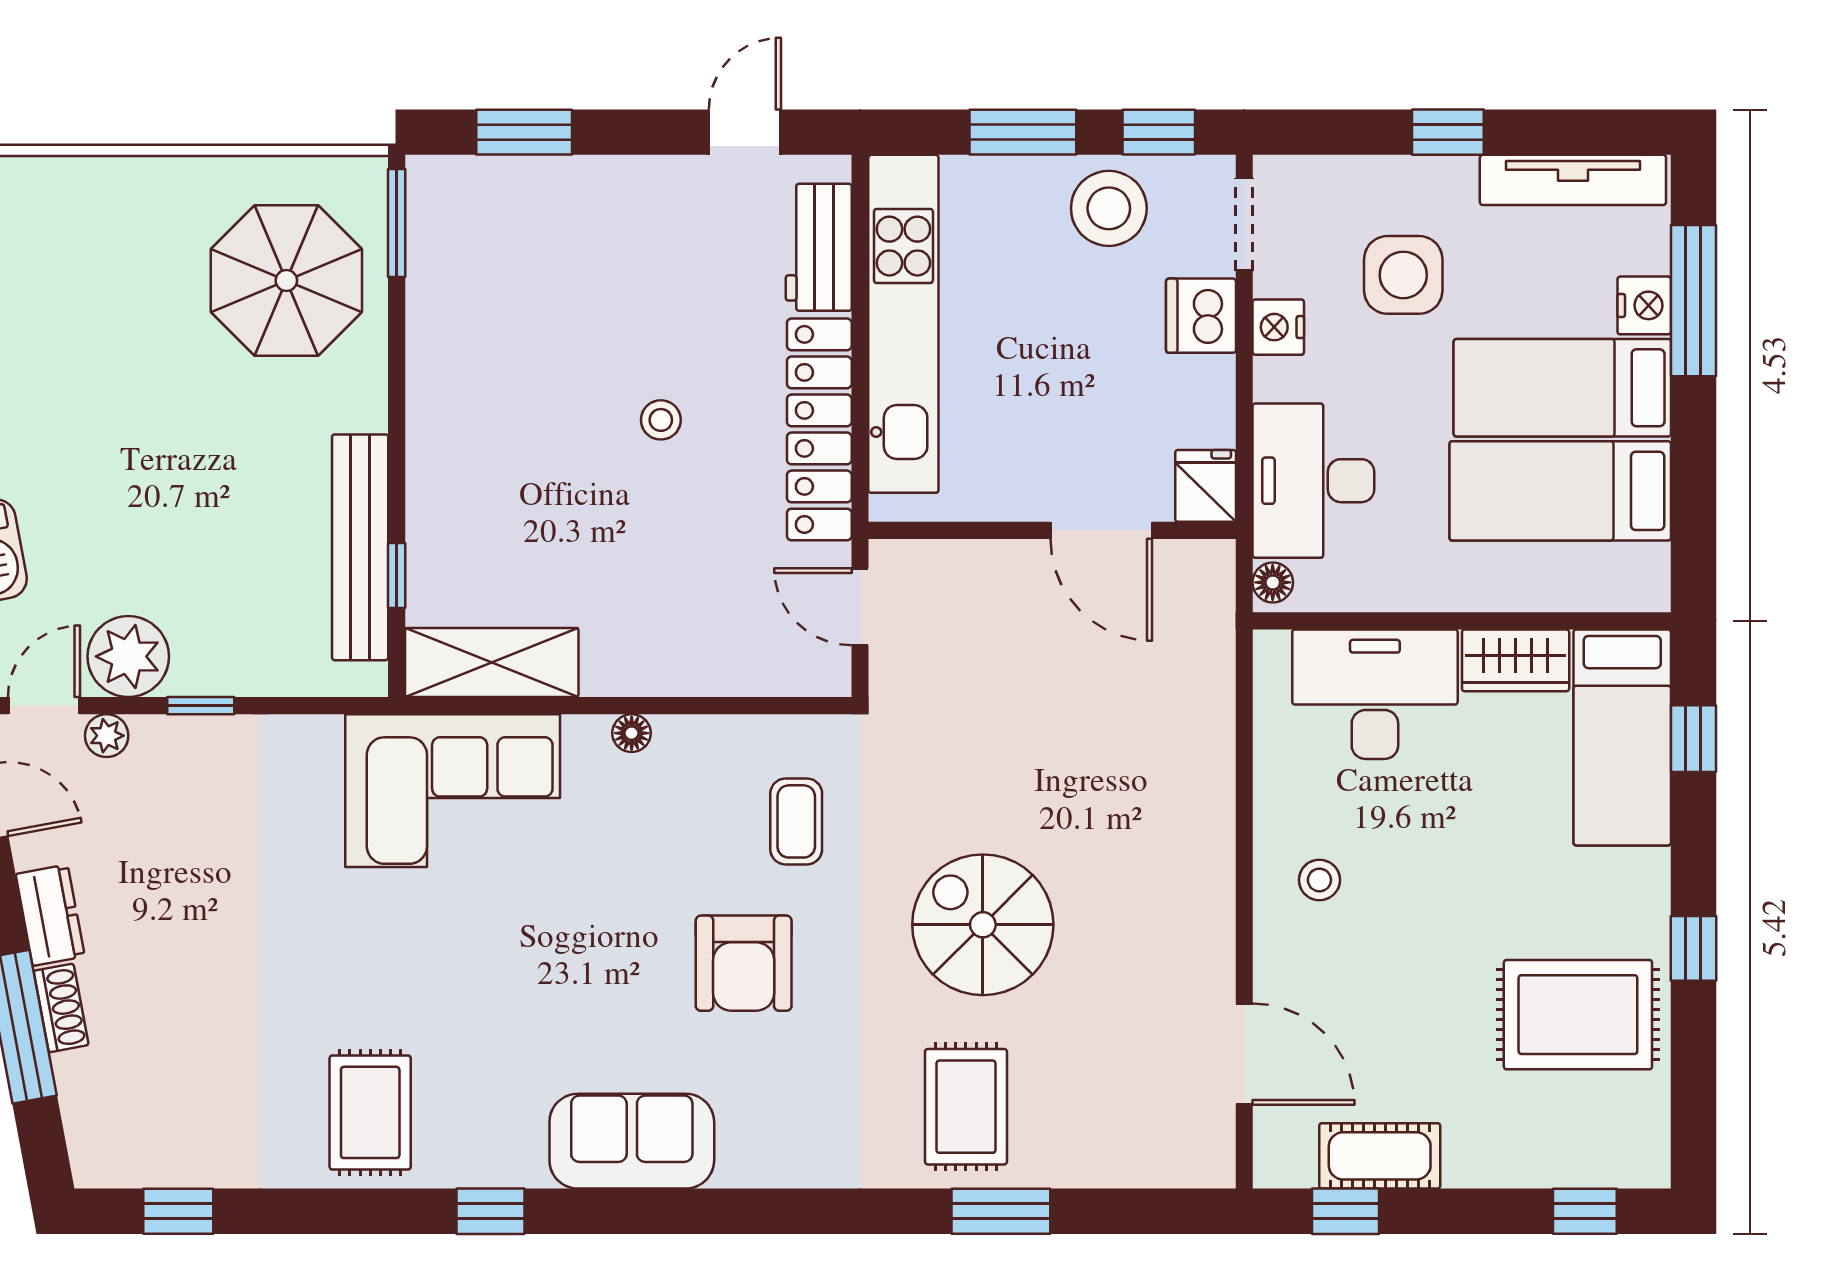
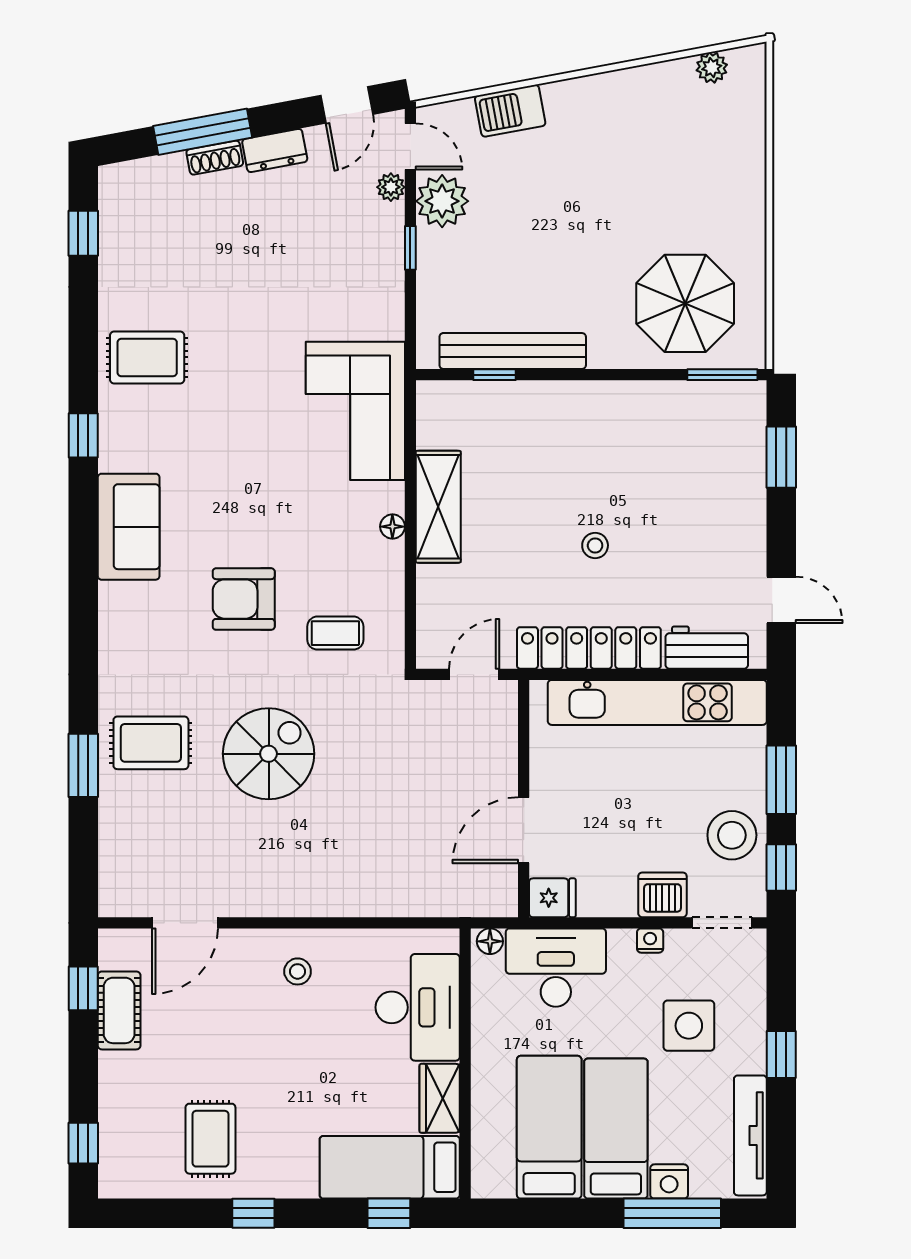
nightstand: (1278, 327) -> (650, 941), width x0.72, depth x0.74
shelving: (492, 662) -> (438, 507), moved
rug: (1578, 1015) -> (210, 1139), width x0.73, depth x0.70

